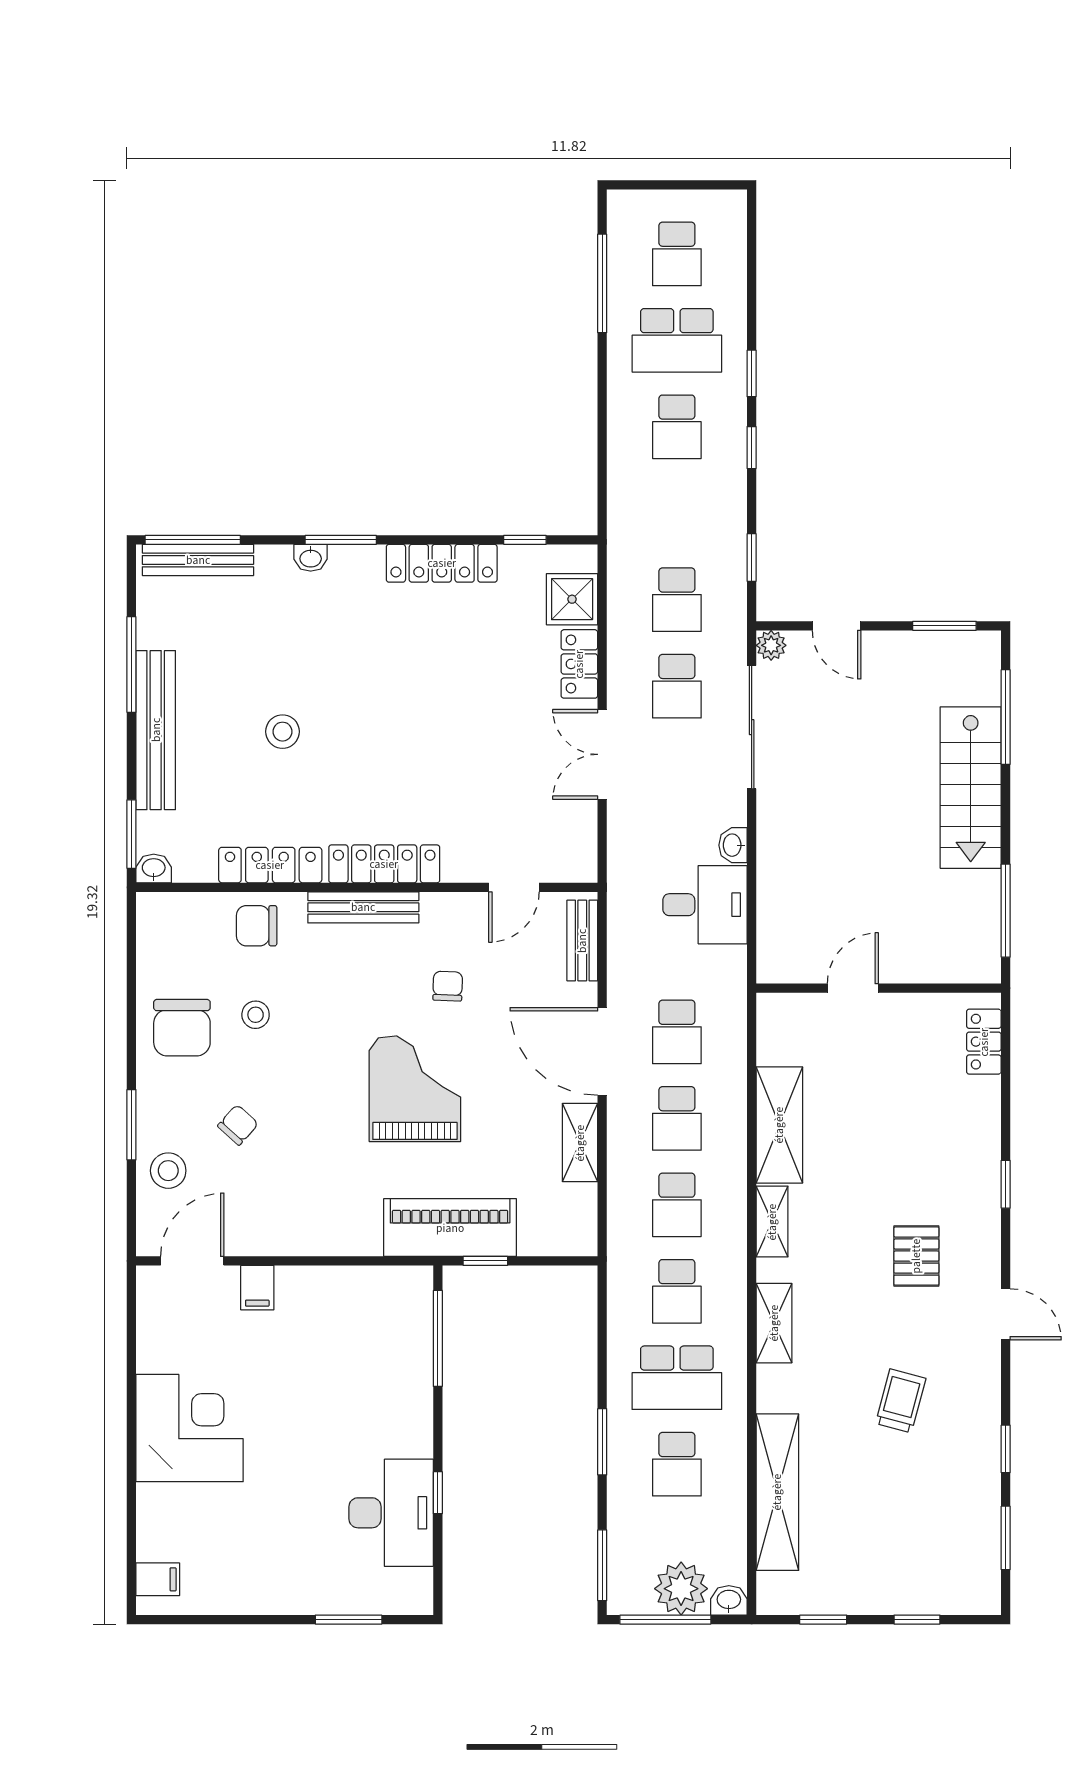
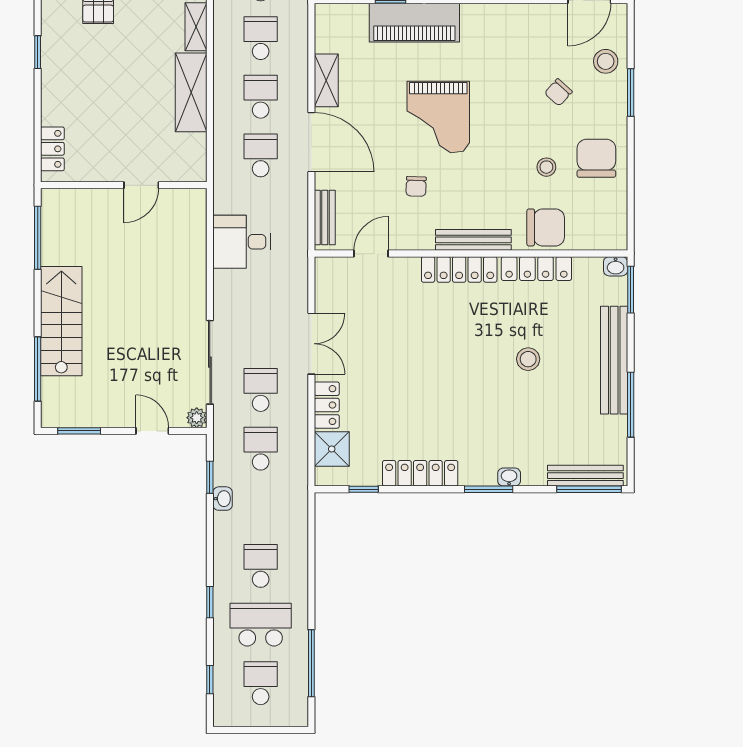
window: (752, 448) -> (210, 680), moved
washbasin: (733, 845) -> (223, 499), moved
chair: (257, 926) -> (546, 227), width x1.37, depth x1.37

